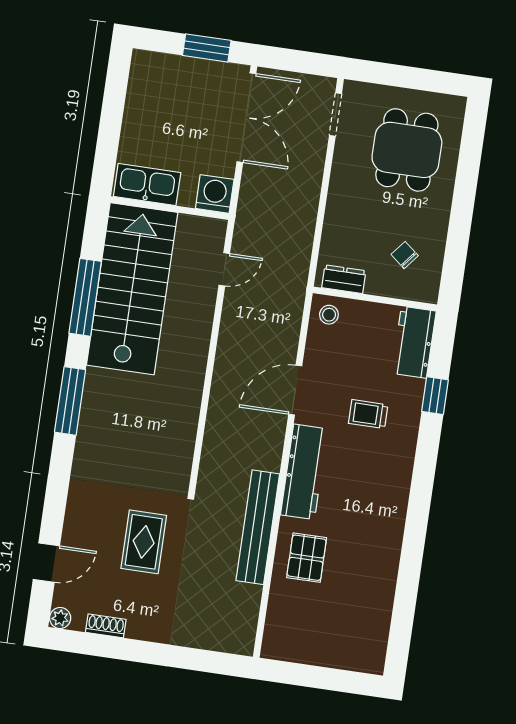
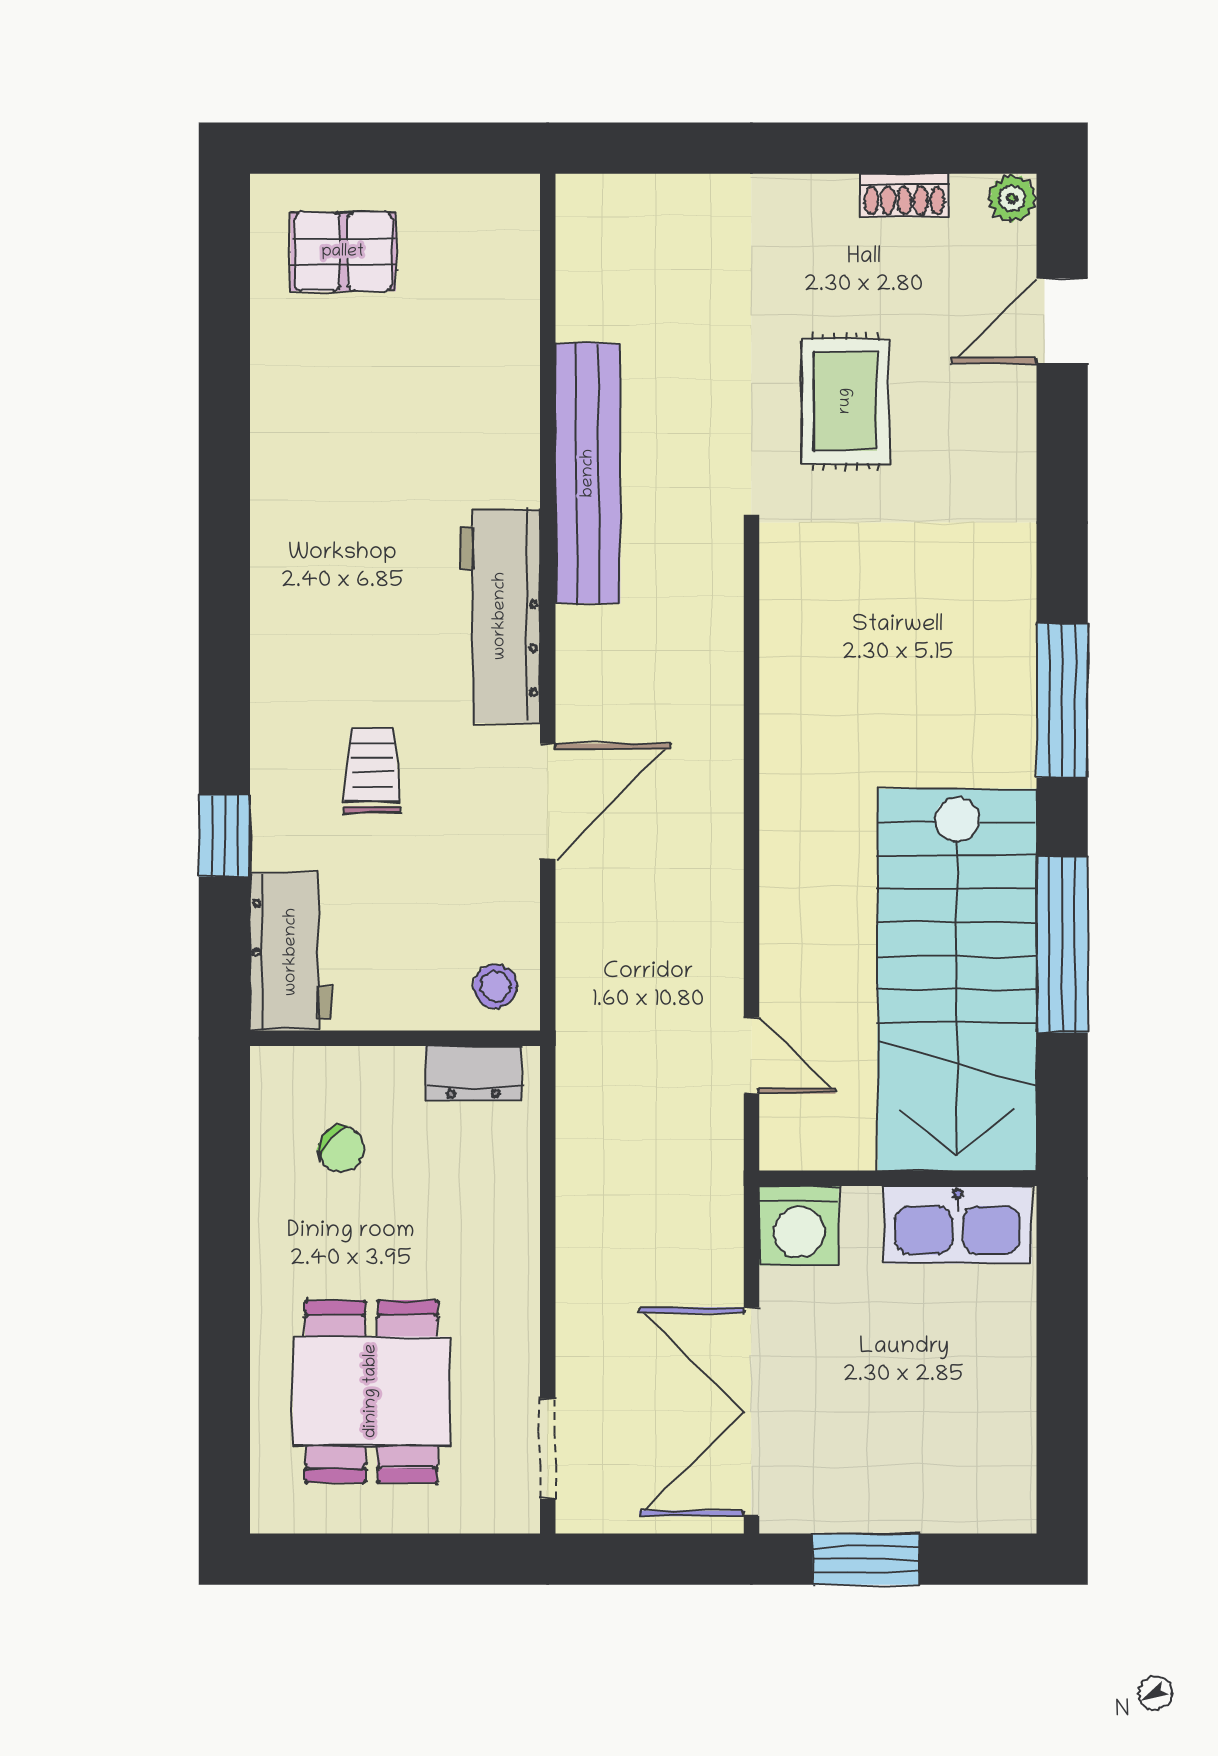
door: (224, 269) -> (751, 1056), swing flipped
trolley: (368, 414) -> (372, 771), turned -90
pallet: (307, 558) -> (343, 252), moved, turned 90

